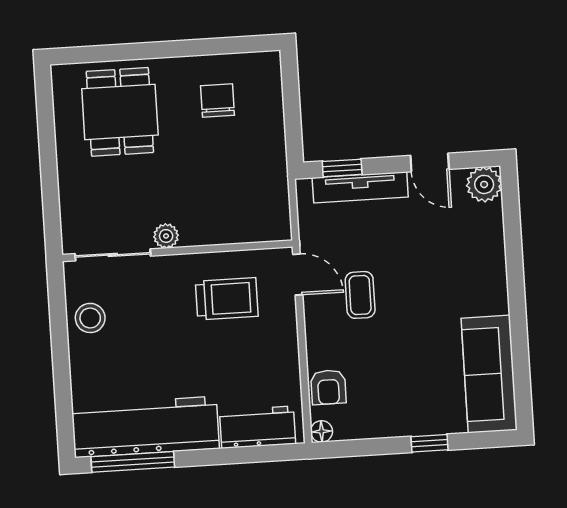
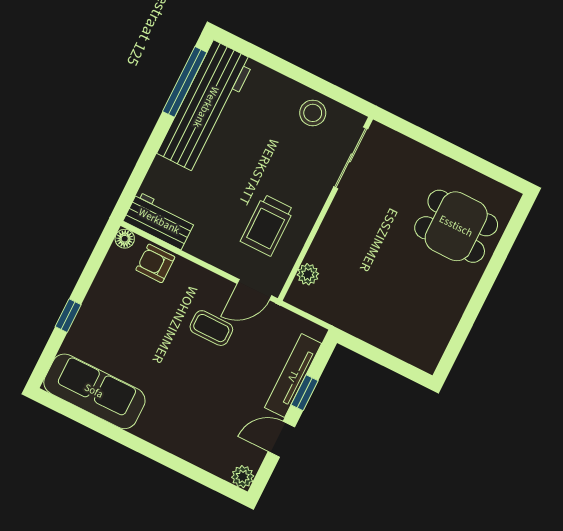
chair: (217, 100) -> (422, 305), removed
window: (342, 168) -> (305, 393), moved
plant: (484, 184) -> (243, 477), width x0.73, depth x0.73
plant: (166, 236) -> (308, 274), moved
workbench: (258, 427) -> (159, 221), moved, turned -90

